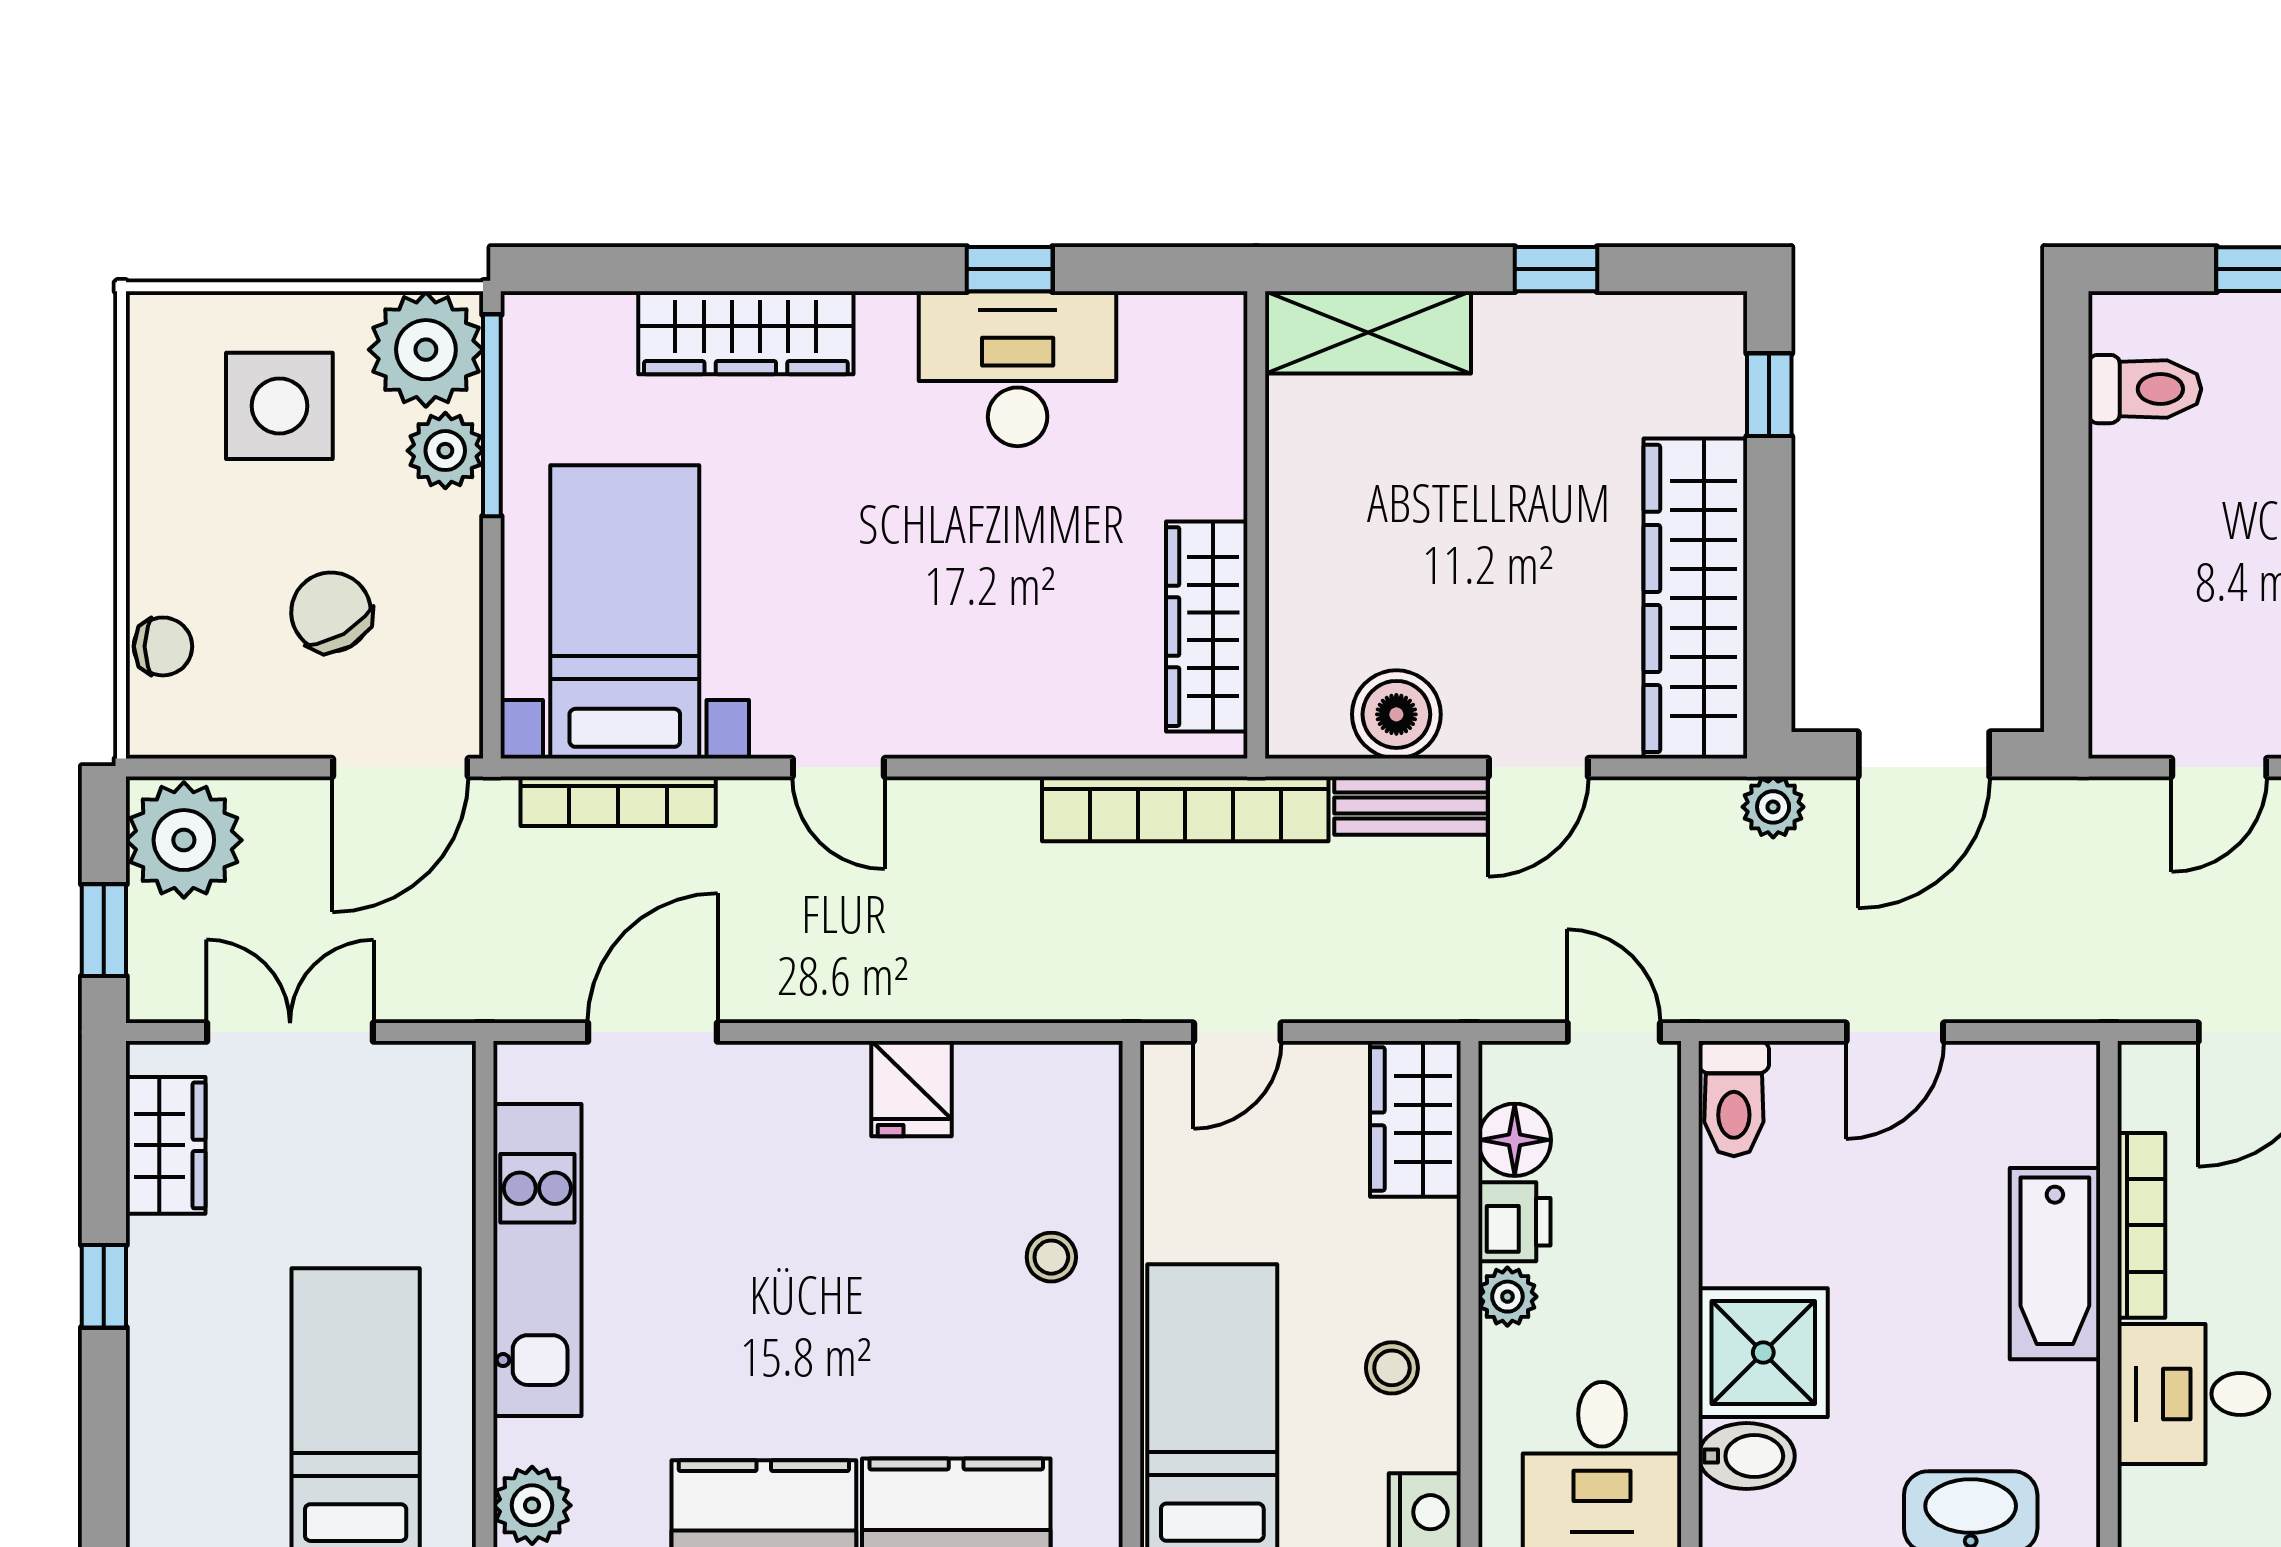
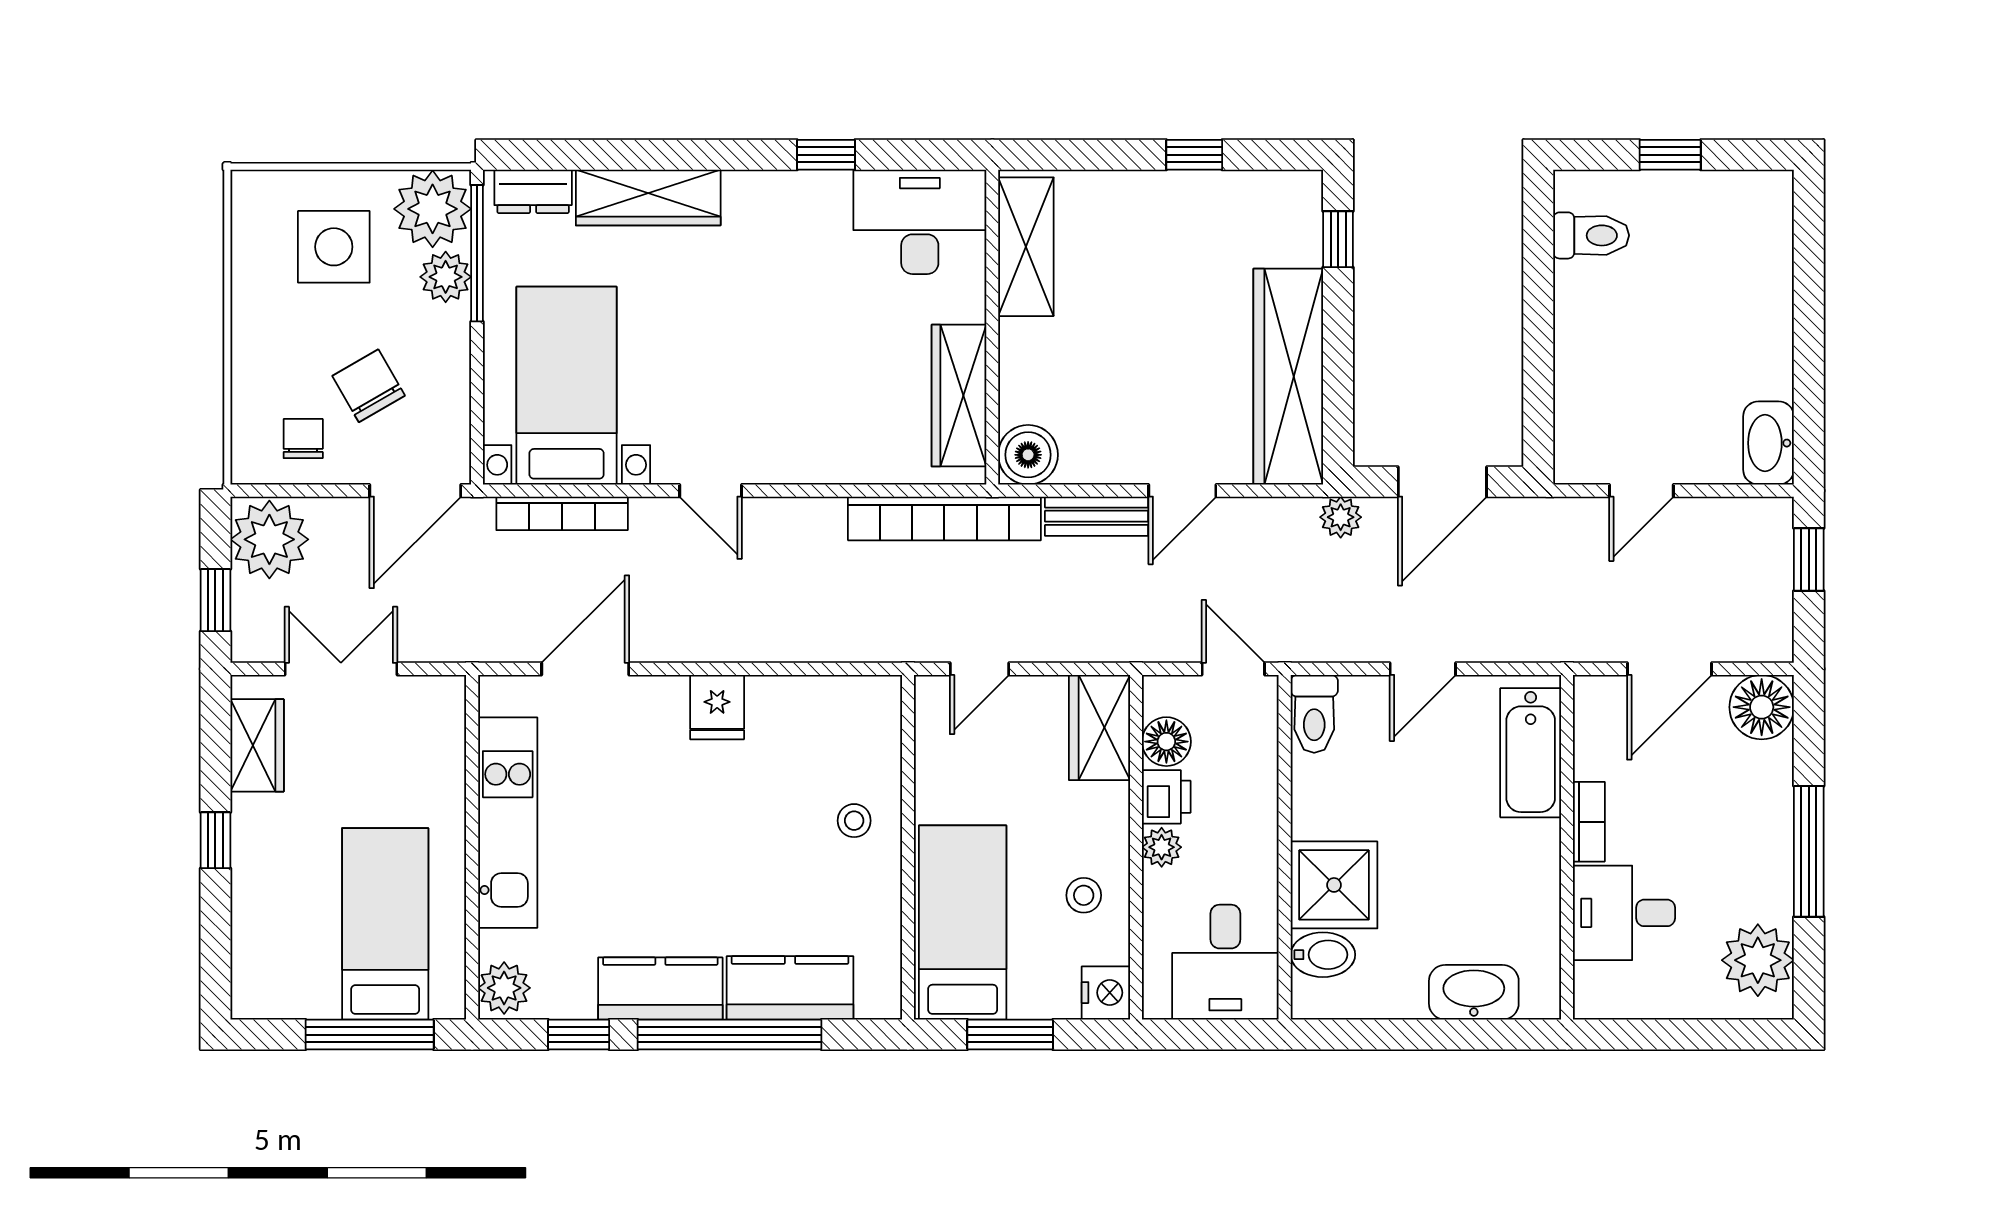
dresser: (575, 324) -> (533, 191), added
shelving: (1368, 332) -> (1026, 247), moved, turned 90
desk: (1018, 369) -> (920, 222), moved
chair: (163, 646) -> (303, 439), moved, turned -90
boiler: (1396, 714) -> (1028, 455), moved
fridge: (911, 1089) -> (717, 707), moved
bookcase: (2141, 1225) -> (1589, 822), width x0.64
bathtub: (2055, 1264) -> (1531, 753), moved

